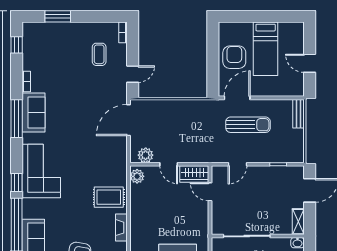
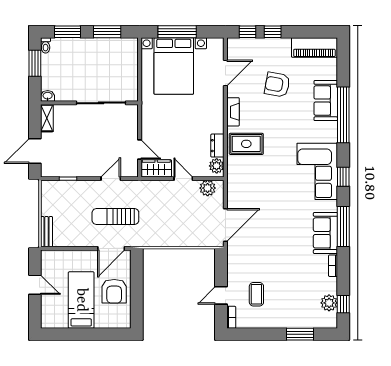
plant: (30, 46) -> (329, 303), added
door: (133, 74) -> (221, 295), moved
sun lounger: (248, 125) -> (115, 217), moved
window: (17, 182) -> (343, 177), moved
dresser: (136, 196) -> (217, 146), added

